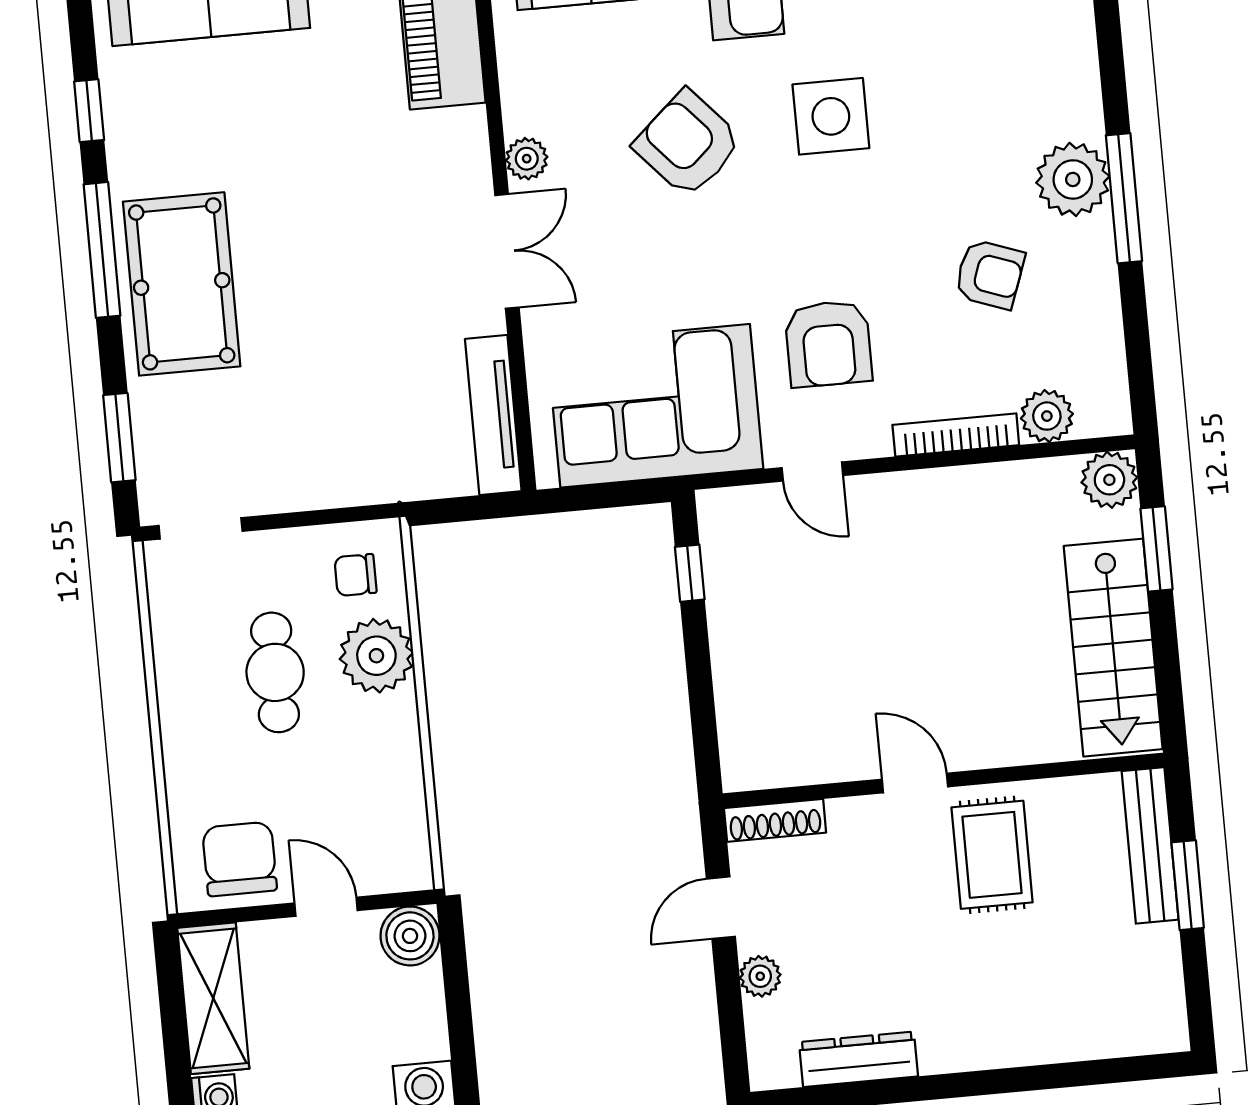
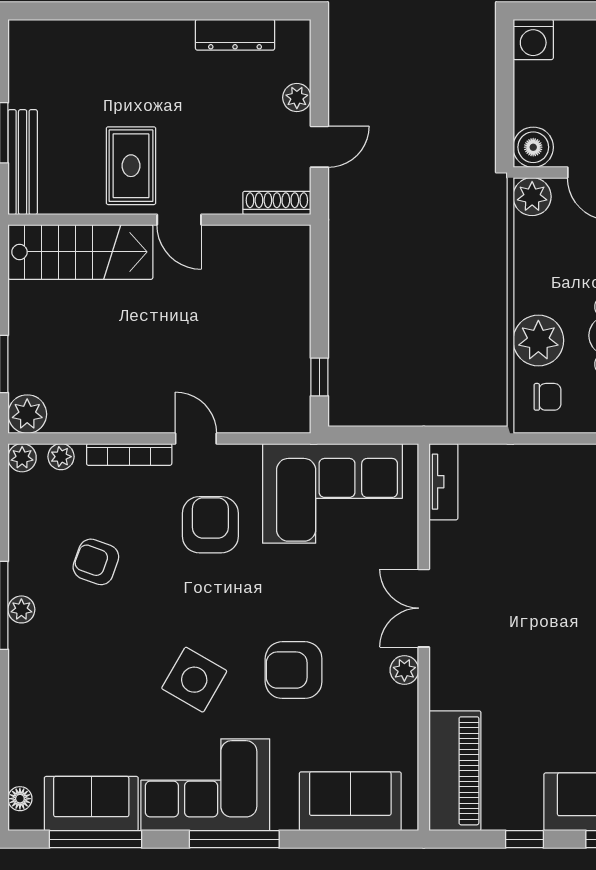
side table: (831, 116) -> (194, 680), turned 30
armchair: (688, 144) -> (294, 670), turned 132
plant: (1073, 179) -> (21, 609), width x0.53, depth x0.53
tv unit: (493, 415) -> (443, 482), width x0.71
plant: (1047, 416) -> (61, 457), width x0.73, depth x0.73
plant: (1111, 416) -> (22, 458), added
door: (812, 472) -> (196, 438), moved
stairs: (1113, 648) -> (80, 252), moved, turned 90
plant: (405, 864) -> (532, 197), added

